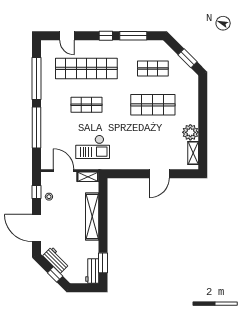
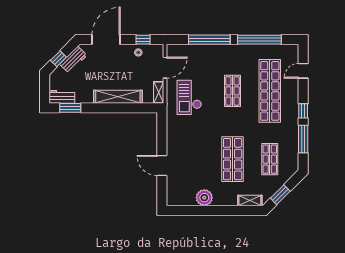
shelving: (193, 153) -> (250, 200), moved

